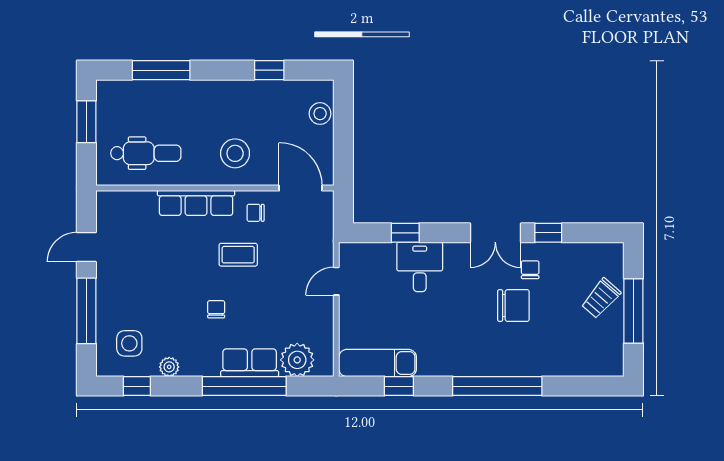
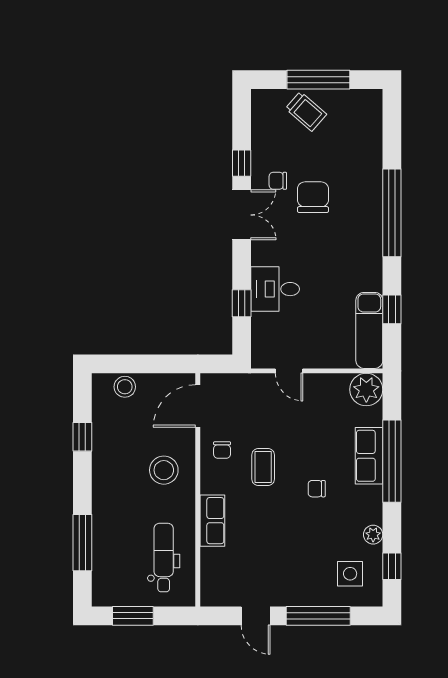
row of seats: (196, 203) -> (212, 521), width x0.68
plant: (297, 360) -> (366, 390), moved

